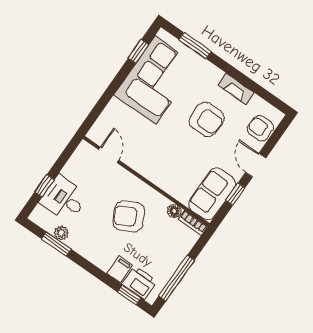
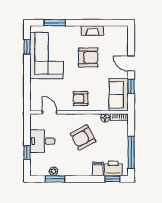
armchair: (260, 128) -> (81, 99), moved
desk: (64, 199) -> (42, 141), moved

